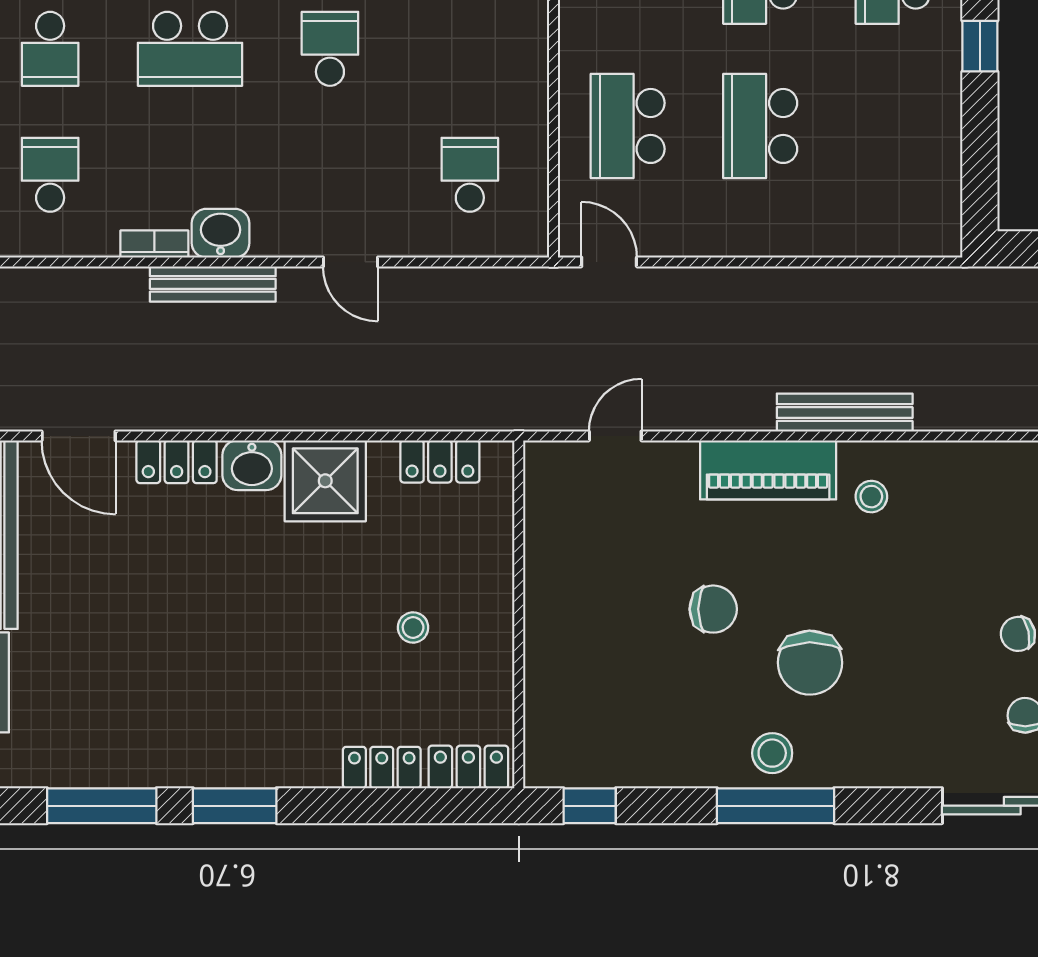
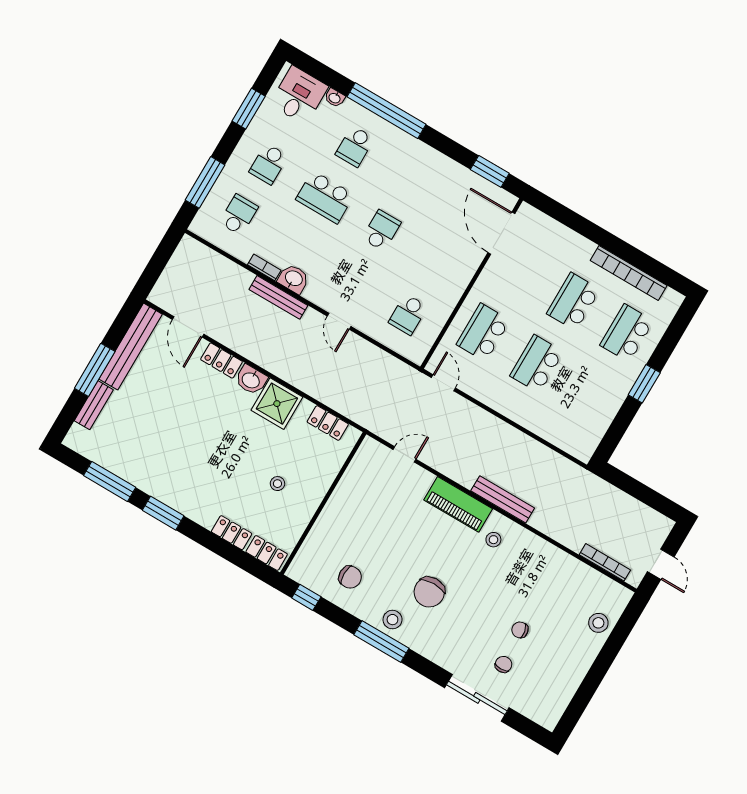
window: (980, 46) -> (644, 384), width x1.50
school desk: (470, 175) -> (408, 314), turned 180
chair: (713, 609) -> (350, 577), moved

